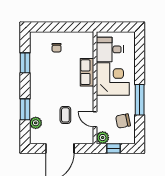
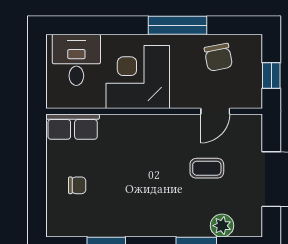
desk: (110, 49) -> (76, 60), moved, turned 180
row of seats: (87, 72) -> (73, 127), moved
plant: (103, 138) -> (250, 97), removed

